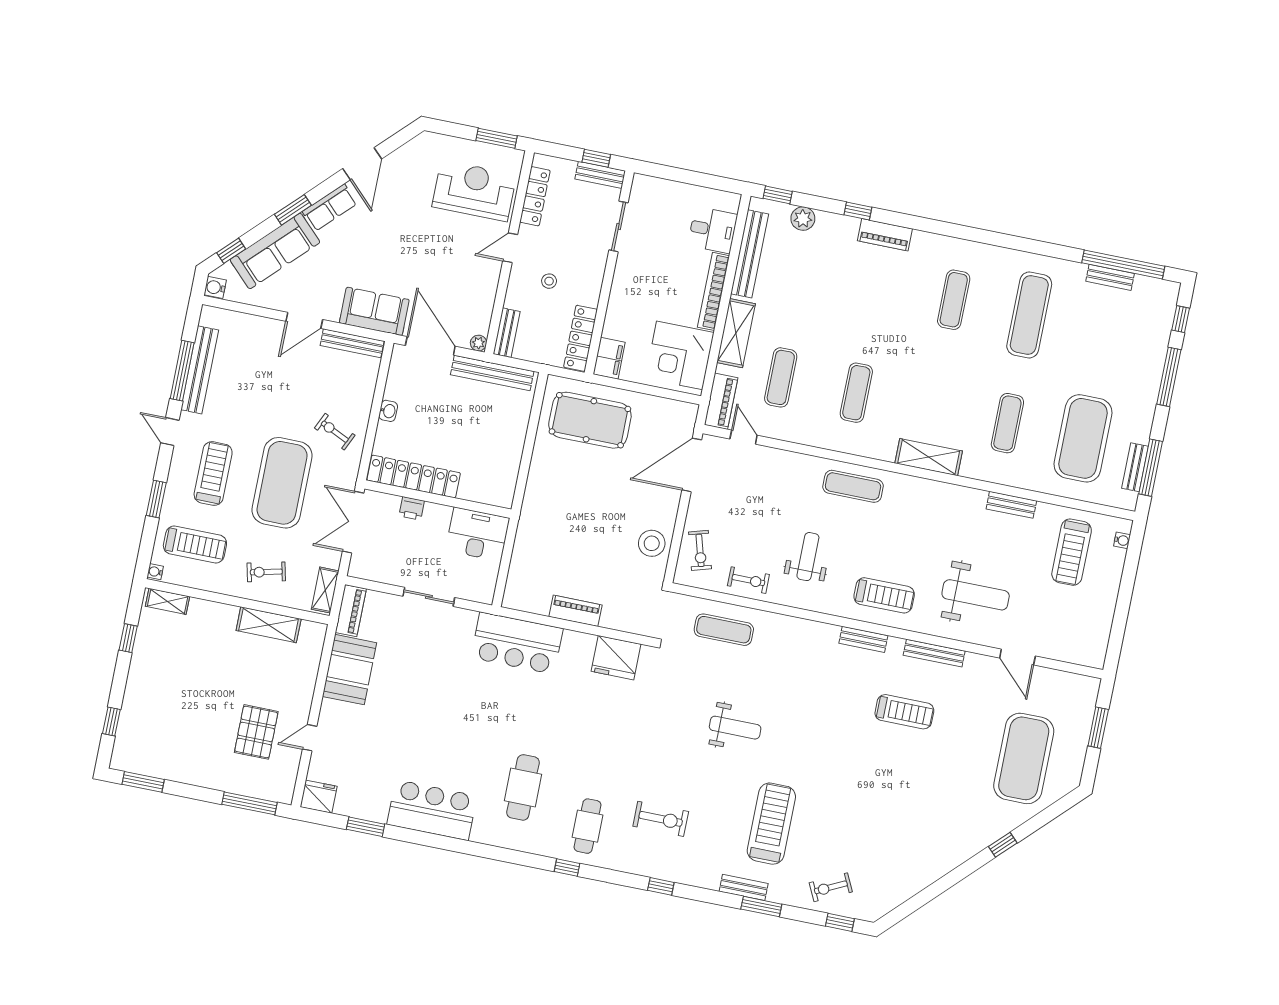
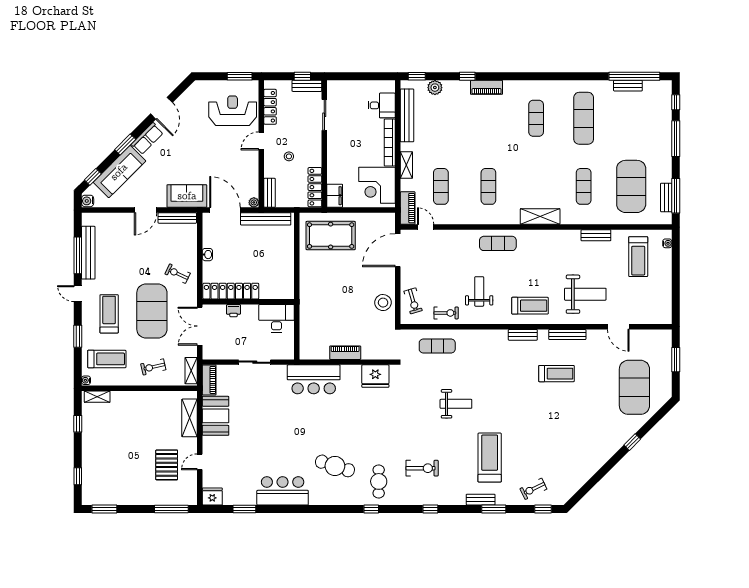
shelving: (736, 333) -> (406, 165), width x0.67, depth x0.75
shelving: (269, 625) -> (190, 418), moved, turned 90
cafe table: (523, 787) -> (335, 466), turned -72

